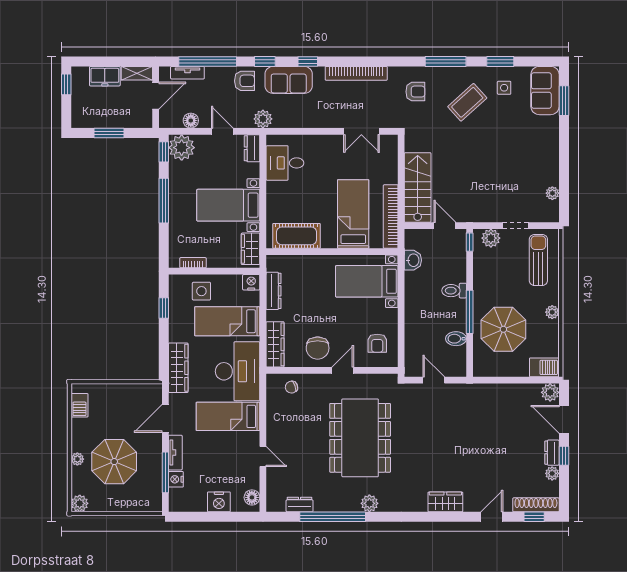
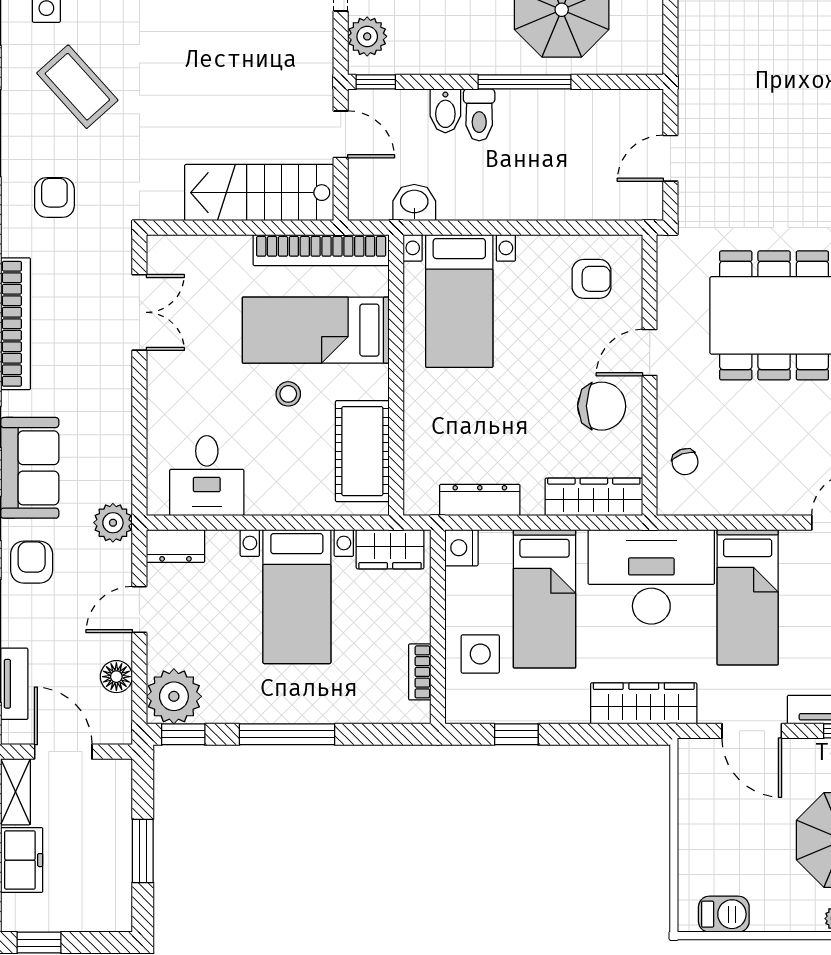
stool: (323, 201) -> (288, 394), added
door: (445, 226) -> (341, 134), swing flipped
bidet: (456, 339) -> (445, 111), moved
door: (343, 370) -> (650, 353), hinge flipped

